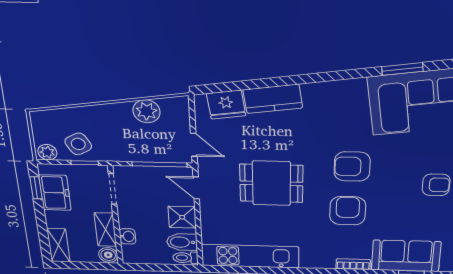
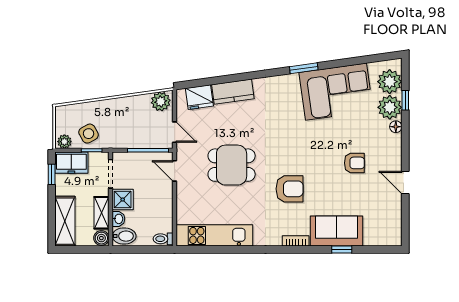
window: (402, 69) -> (304, 68), moved
plant: (147, 111) -> (161, 101), moved
armchair: (352, 166) -> (291, 148), removed
freezer: (55, 193) -> (71, 163), moved, turned 90
armchair: (348, 211) -> (290, 189), turned 90
shower: (182, 217) -> (123, 200), moved
bidet: (182, 242) -> (124, 236), moved, turned 180
shelving: (58, 245) -> (65, 221), width x1.50, depth x1.33

